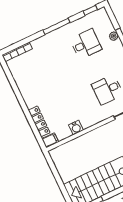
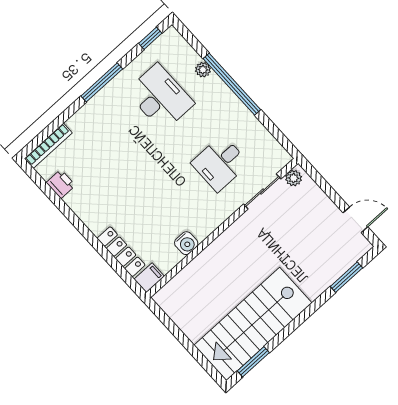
desk: (86, 44) -> (160, 97), width x1.37
printer: (18, 75) -> (61, 184), added

